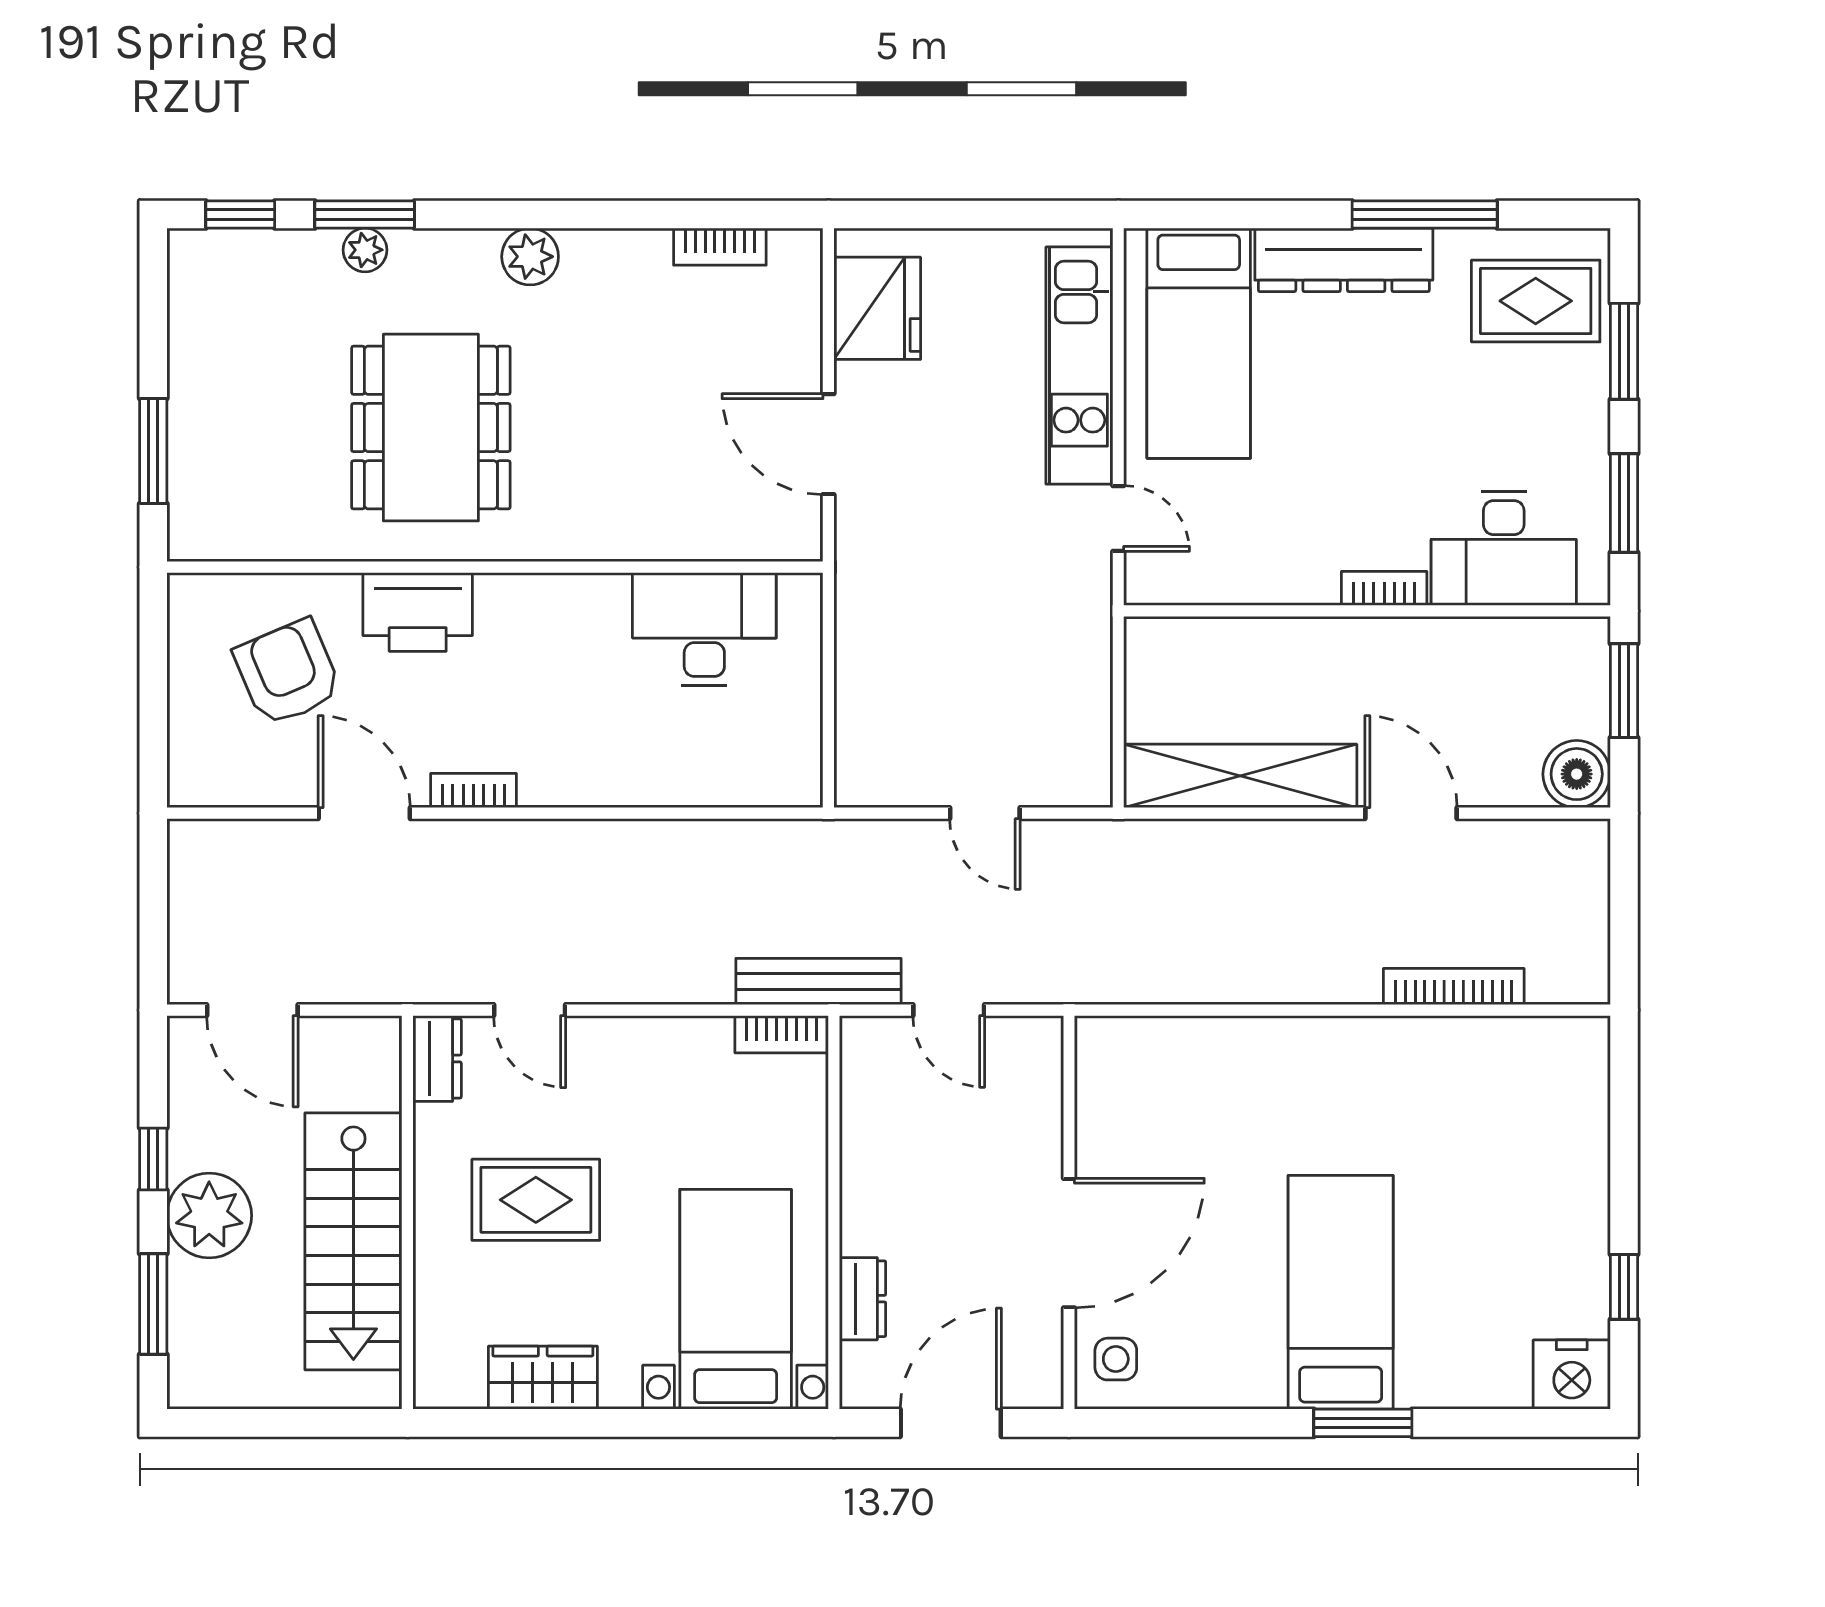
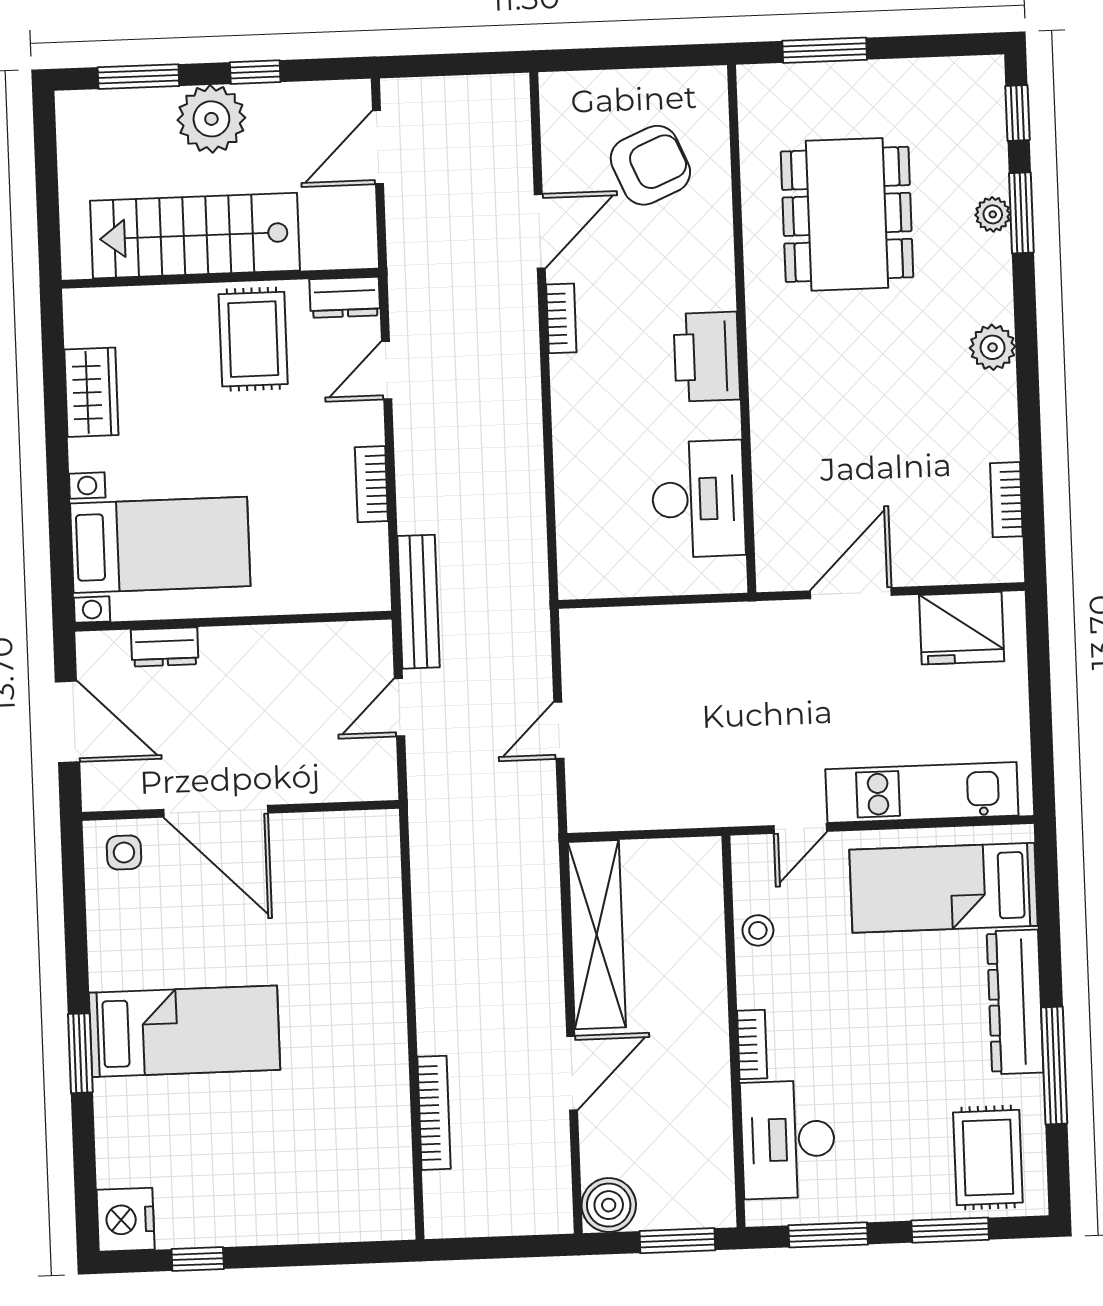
dining table: (431, 428) -> (847, 214), moved, turned 90
stool: (1243, 576) -> (758, 930), added
printer: (418, 612) -> (707, 357), moved
bookcase: (782, 1034) -> (371, 484), moved
rug: (536, 1200) -> (253, 339), moved

